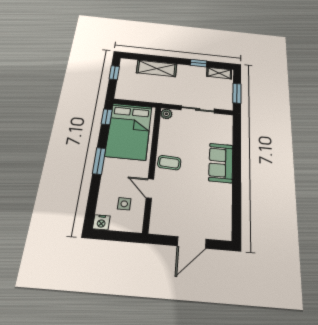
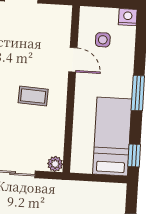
bed: (129, 131) -> (112, 136), width x0.67
coffee table: (169, 163) -> (33, 96), moved

